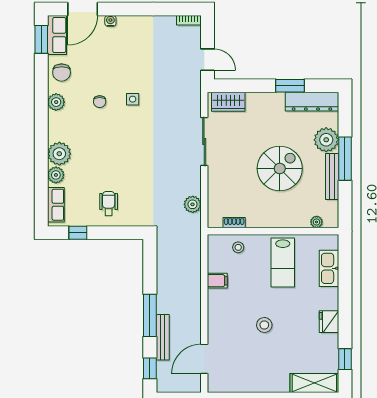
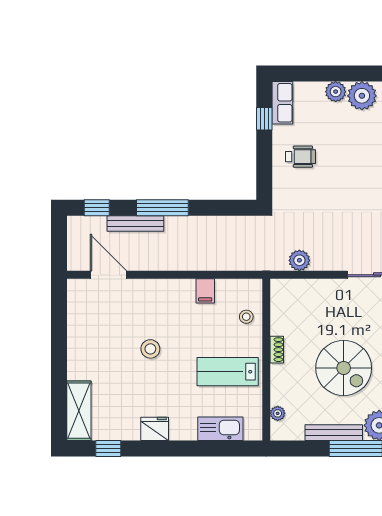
row of seats: (56, 205) -> (282, 103), moved, turned -90
shoe rack: (234, 223) -> (277, 350), moved

